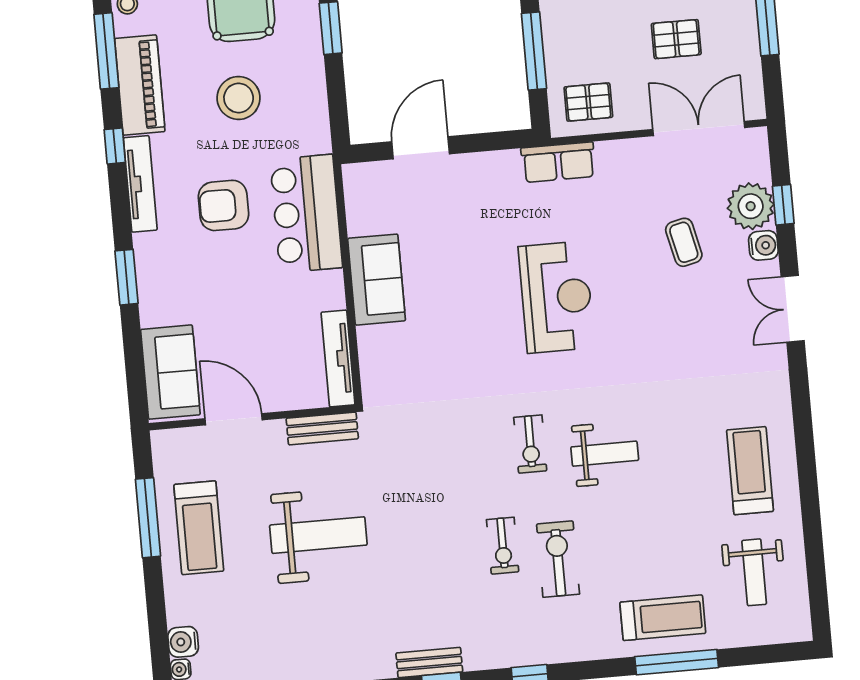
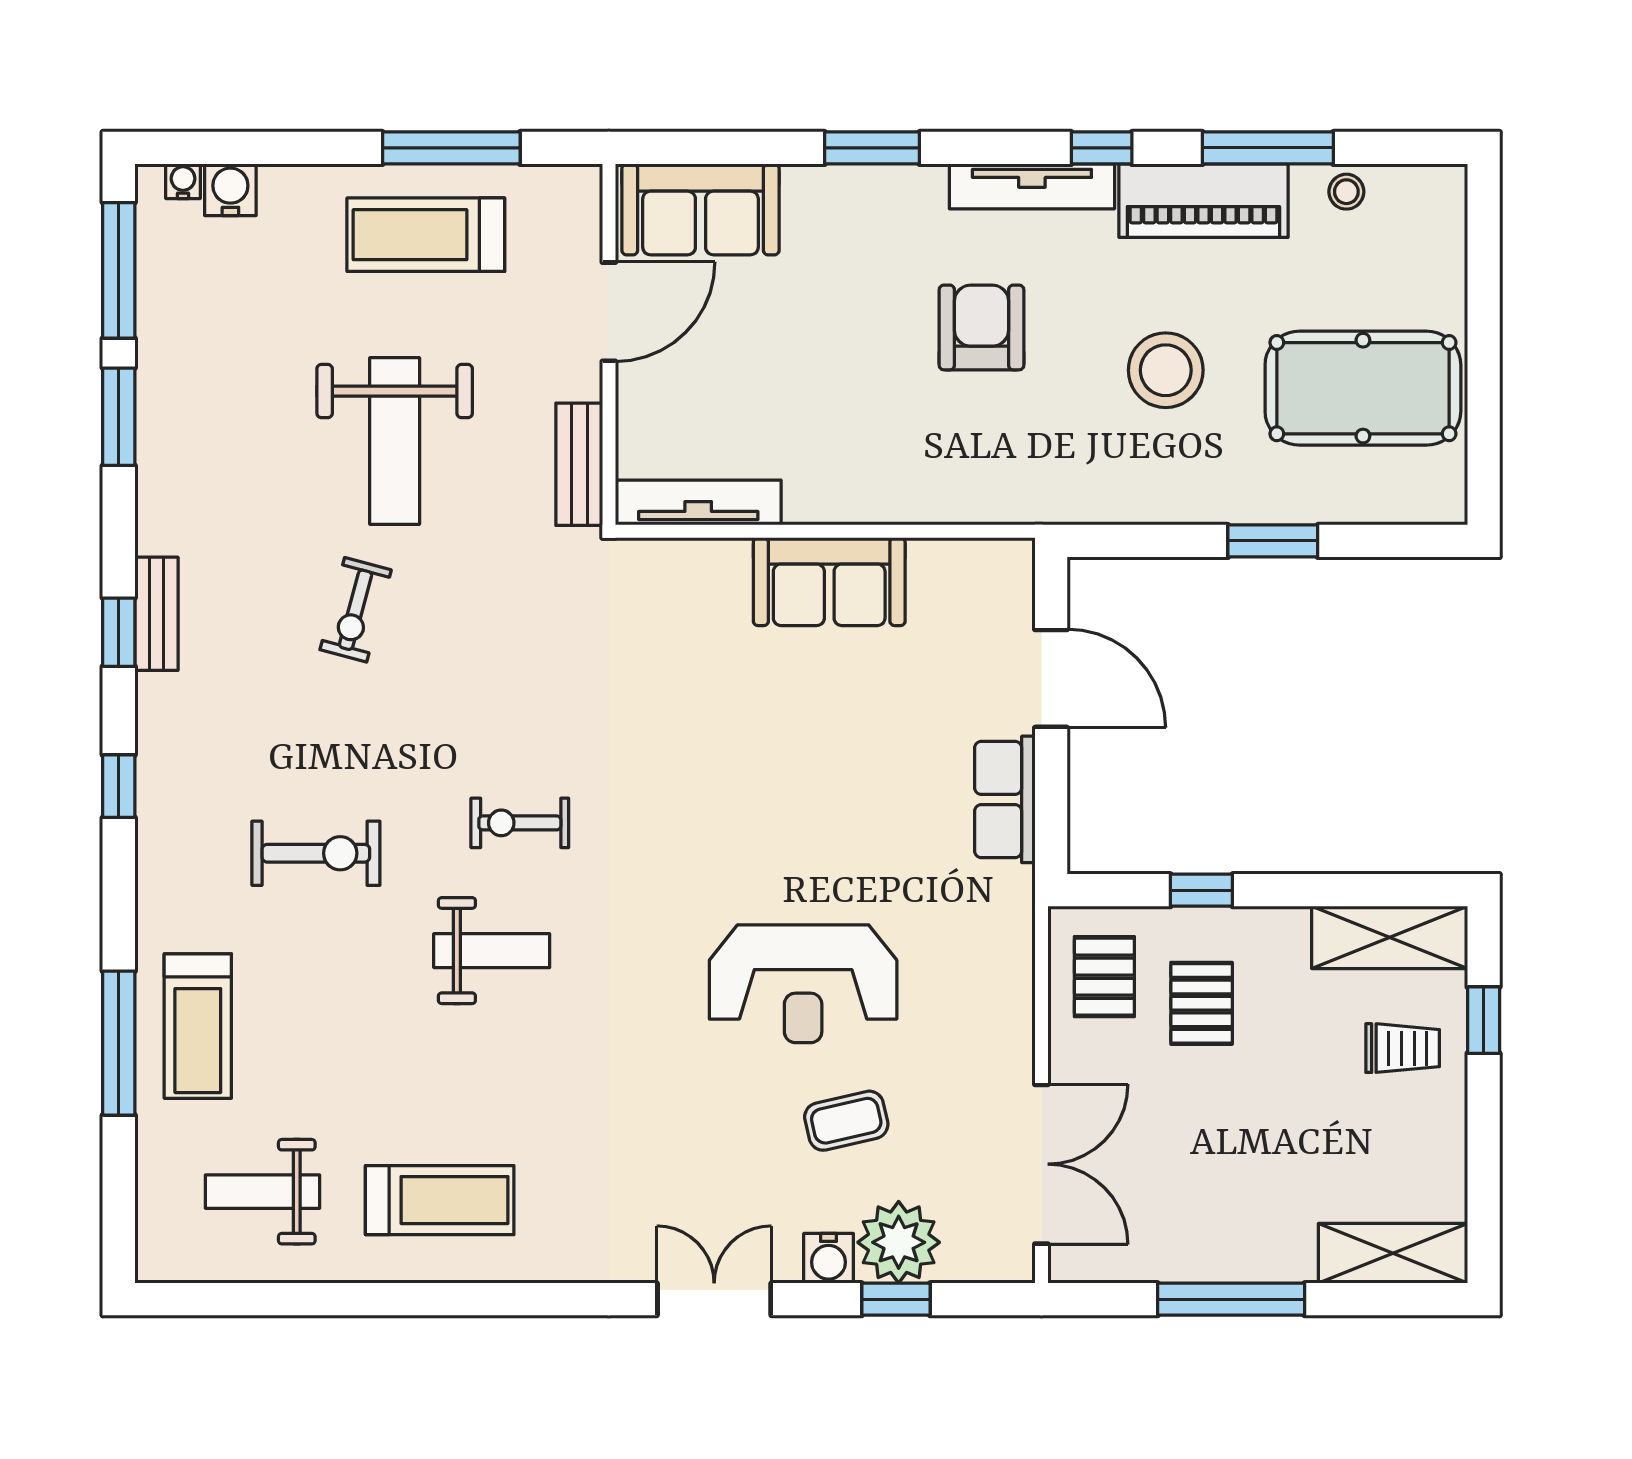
pallet: (676, 39) -> (1202, 1003), moved
window: (534, 51) -> (1201, 890), width x0.46
row of seats: (558, 162) -> (1005, 799), moved
bar counter: (306, 214) -> (955, 470), removed
reception desk: (556, 297) -> (803, 984), moved
weight bench: (605, 454) -> (492, 951), turned -90
exercise bike: (503, 546) -> (356, 610), moved, turned -75

